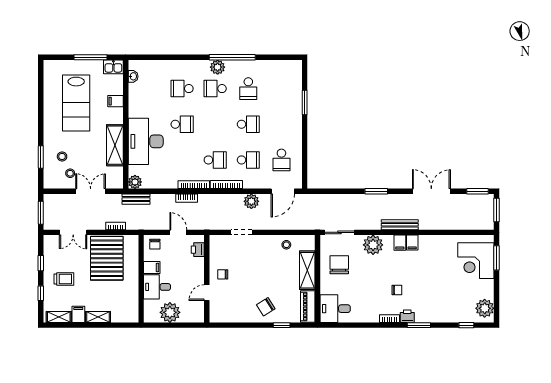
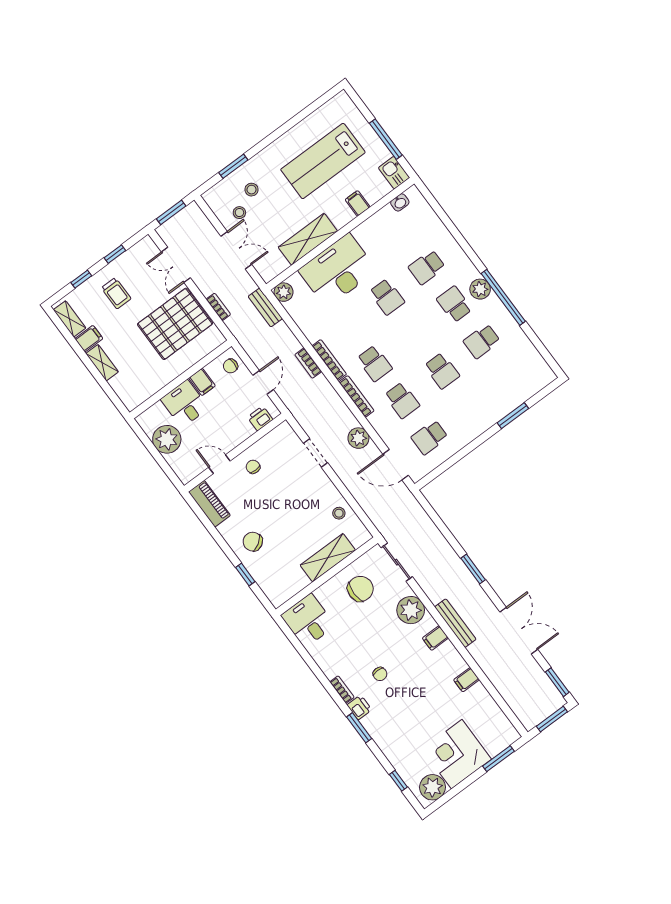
school desk: (182, 89) -> (427, 267), turned -90
filing cabinet: (412, 243) -> (466, 680), moved
corner desk: (476, 261) -> (457, 754), moved
piano: (308, 307) -> (209, 504), moved, turned 90

